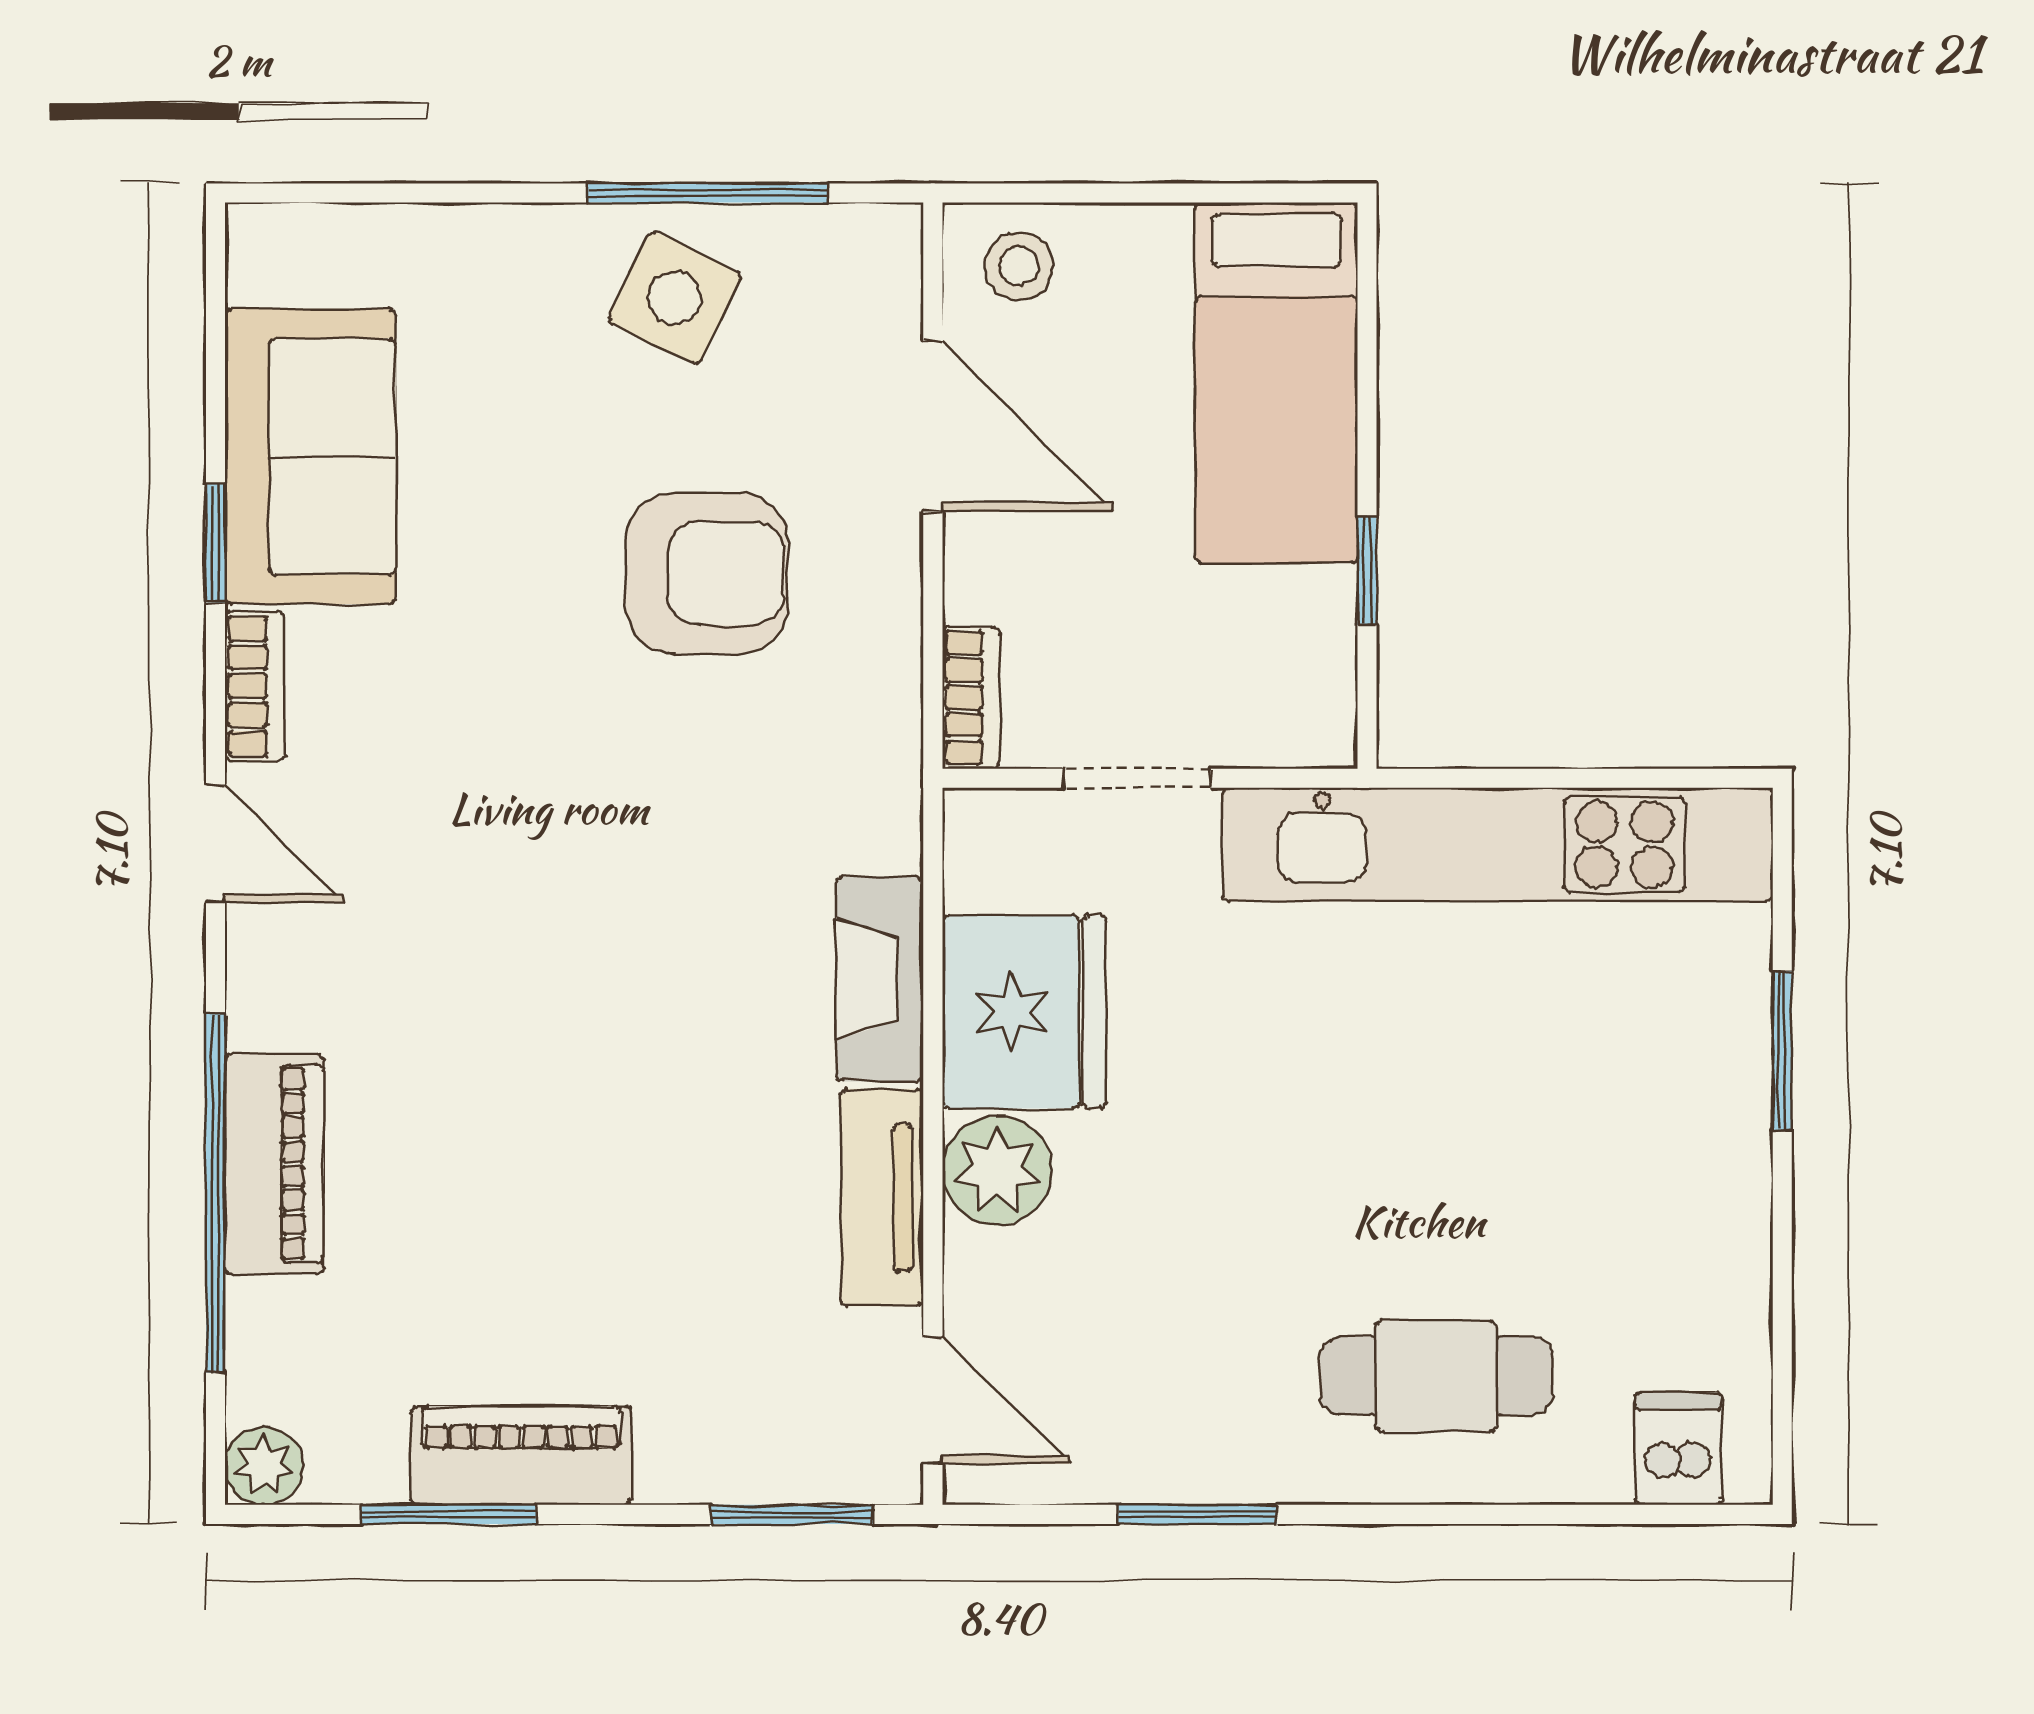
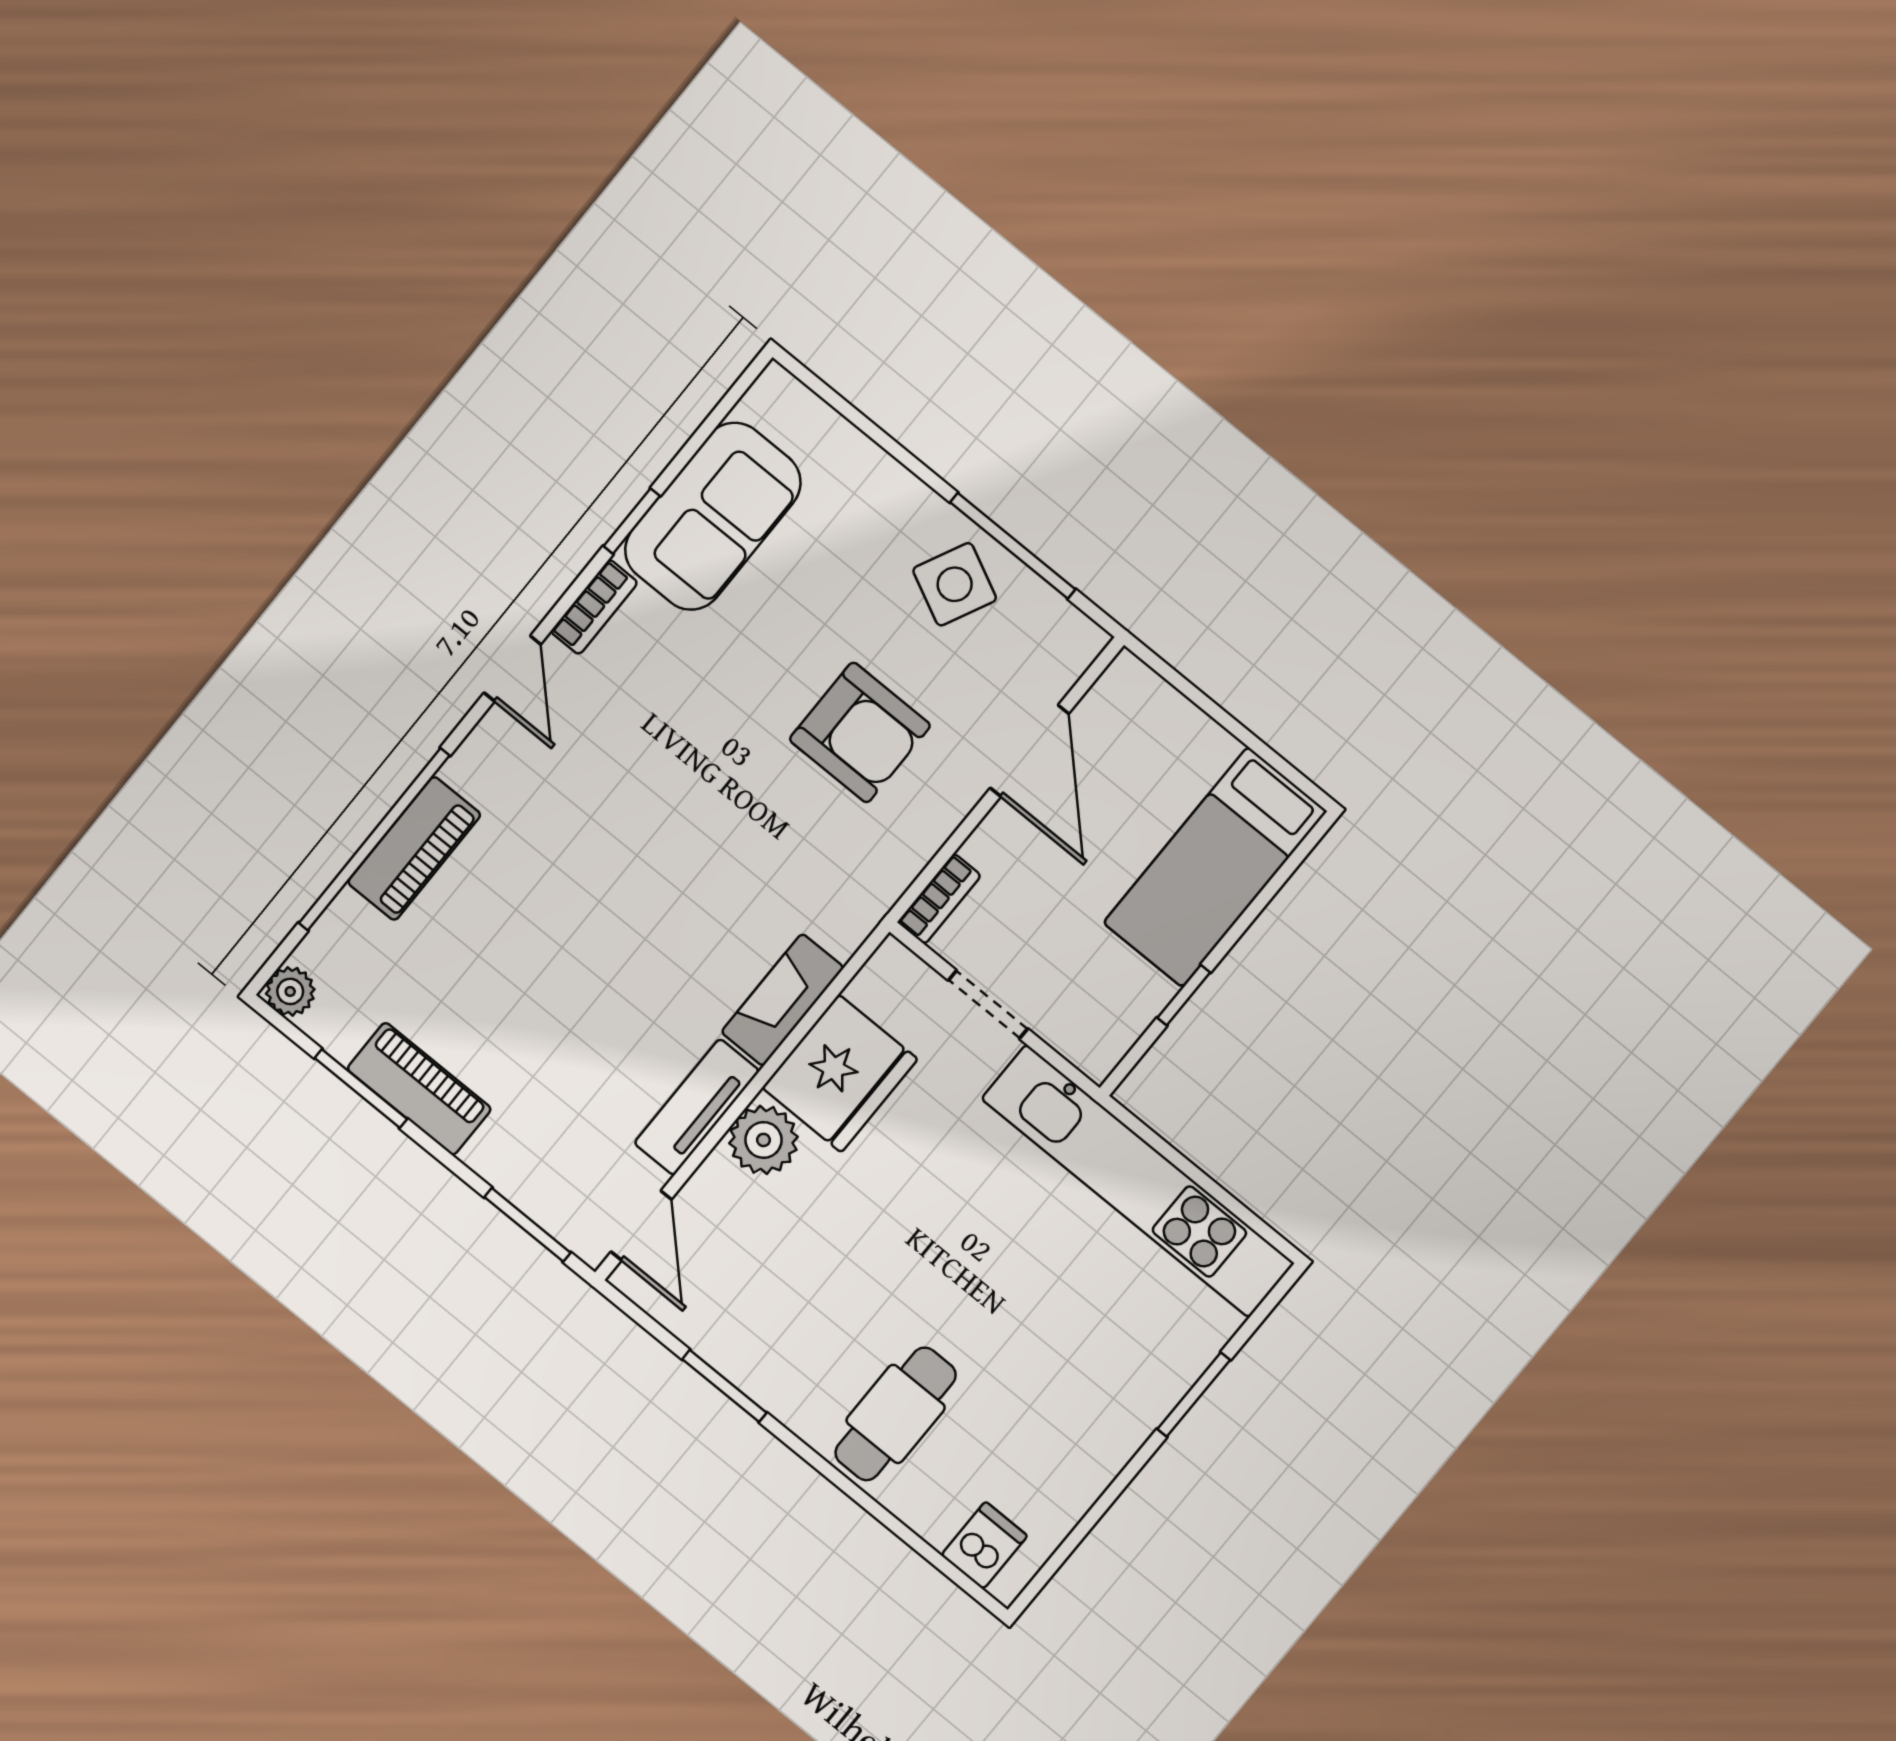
stool: (1019, 266) -> (1136, 707), removed
cafe table: (1436, 1376) -> (896, 1414), turned 90

